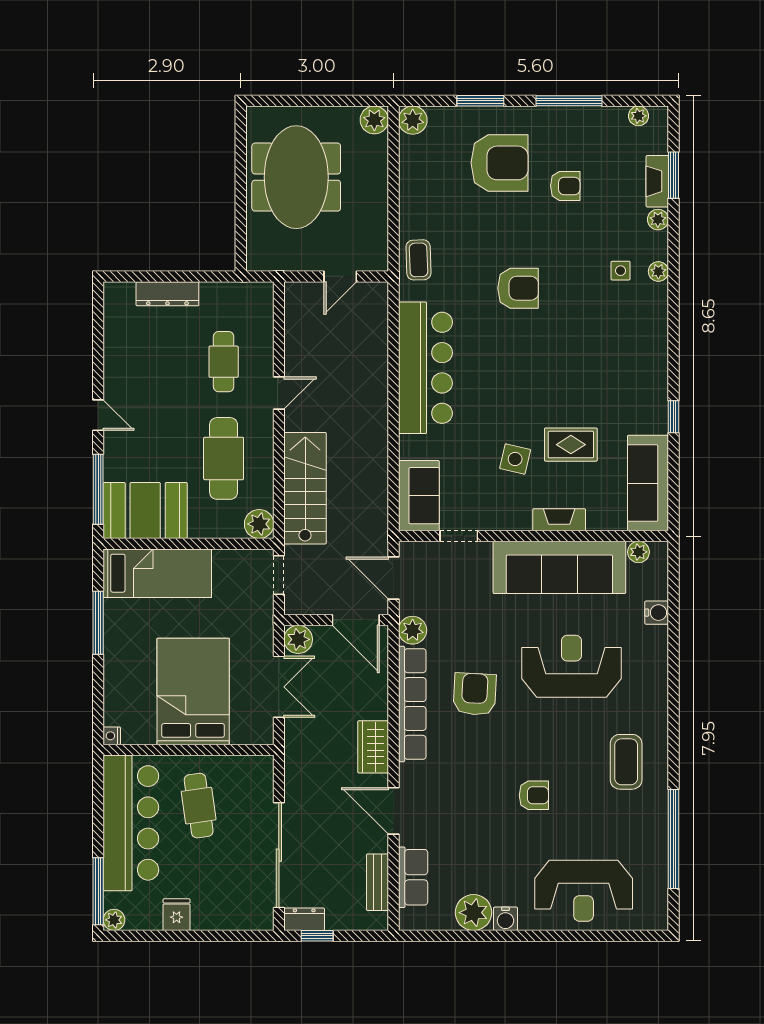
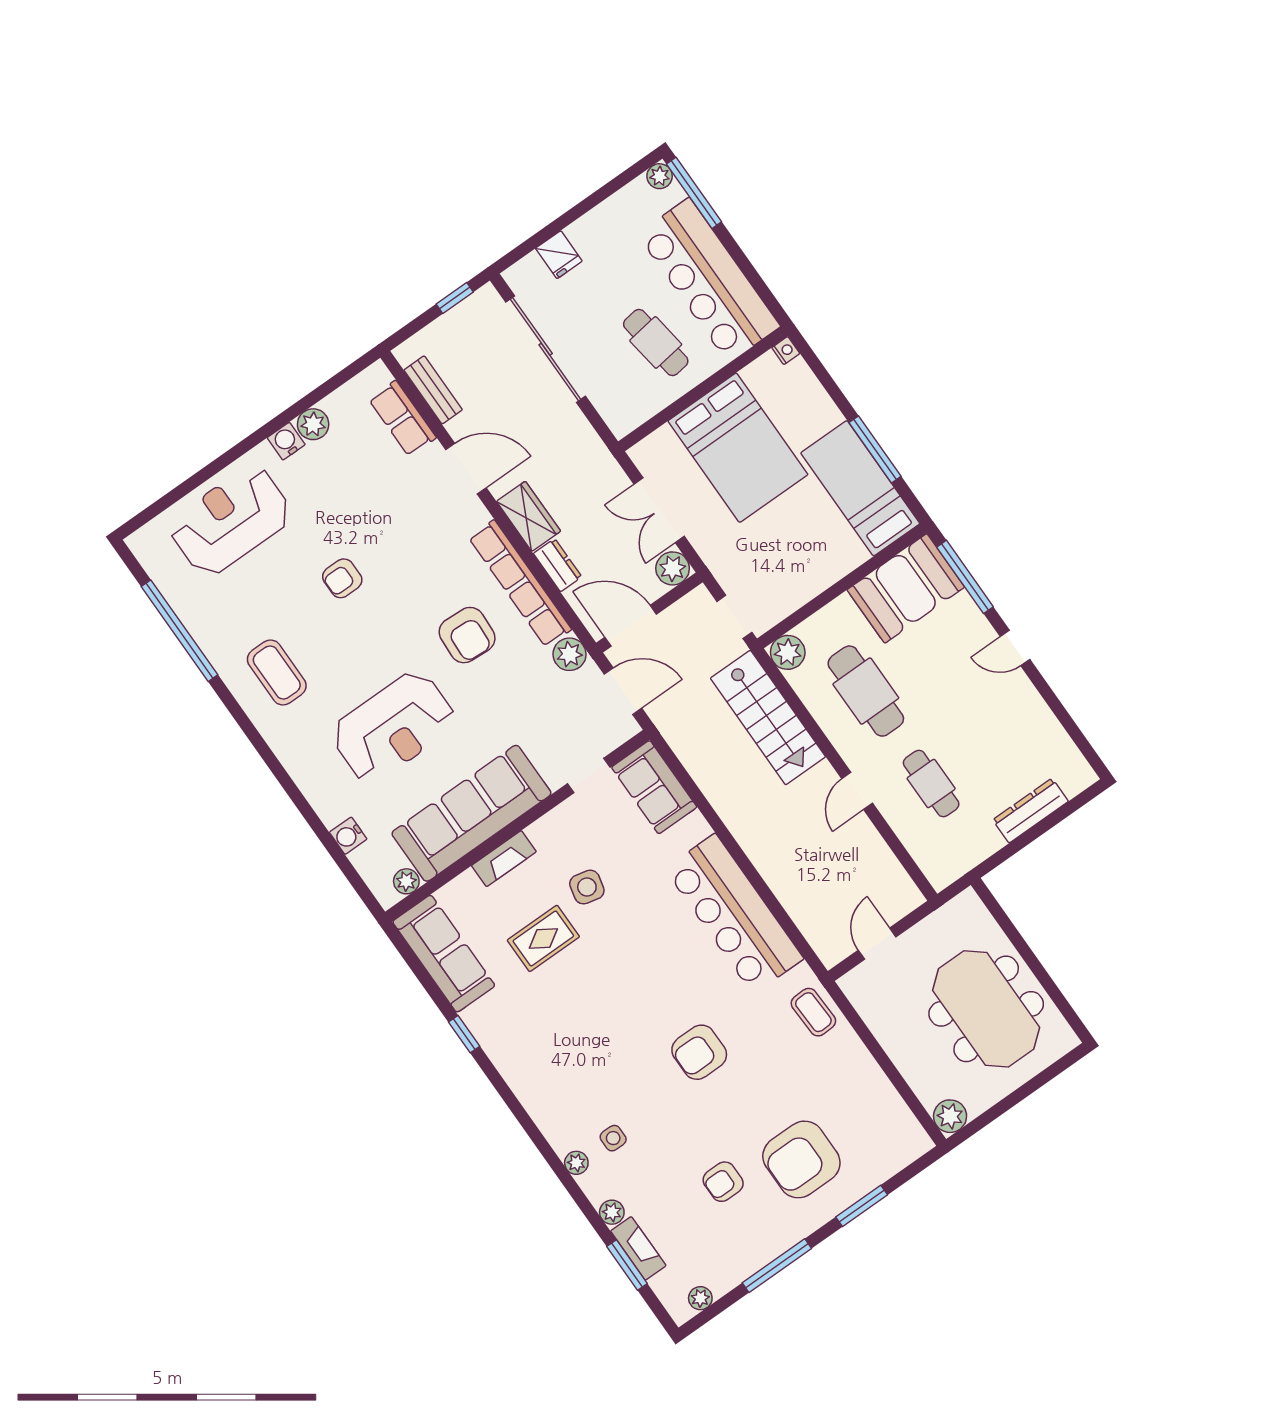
plant: (413, 120) -> (913, 1142), removed
bed: (157, 573) -> (860, 488), moved, turned 90
plant: (473, 913) -> (313, 424), width x0.73, depth x0.73
fridge: (176, 915) -> (559, 255), moved
dresser: (304, 919) -> (558, 565), moved, turned -90

